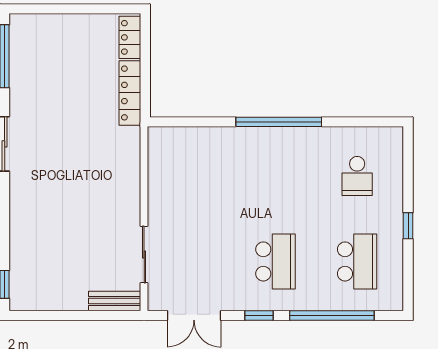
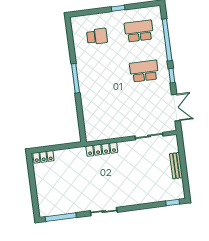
locker: (130, 93) -> (102, 149), moved
window: (279, 122) -> (75, 78), width x0.68
bench: (115, 301) -> (176, 166), moved

